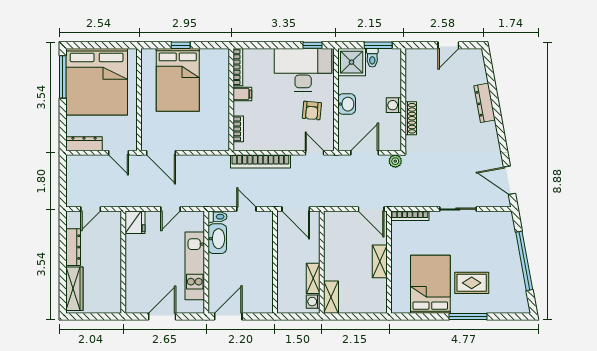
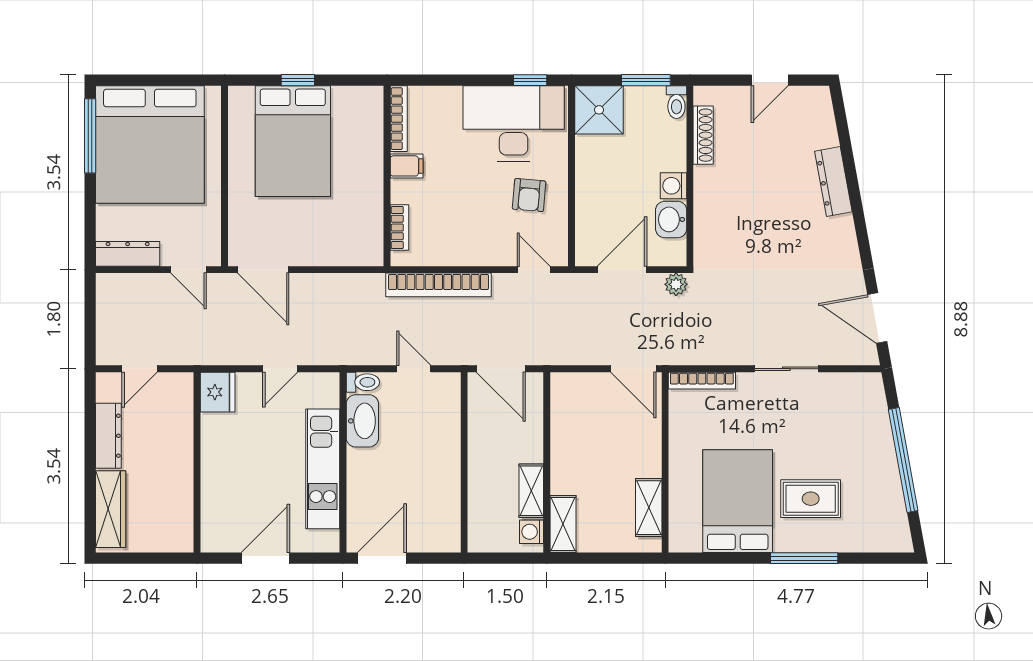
toilet: (372, 58) -> (676, 102), moved
washbasin: (347, 104) -> (671, 219), moved, turned 180
shoe rack: (411, 118) -> (703, 135), moved
shelving: (380, 261) -> (649, 508), moved

